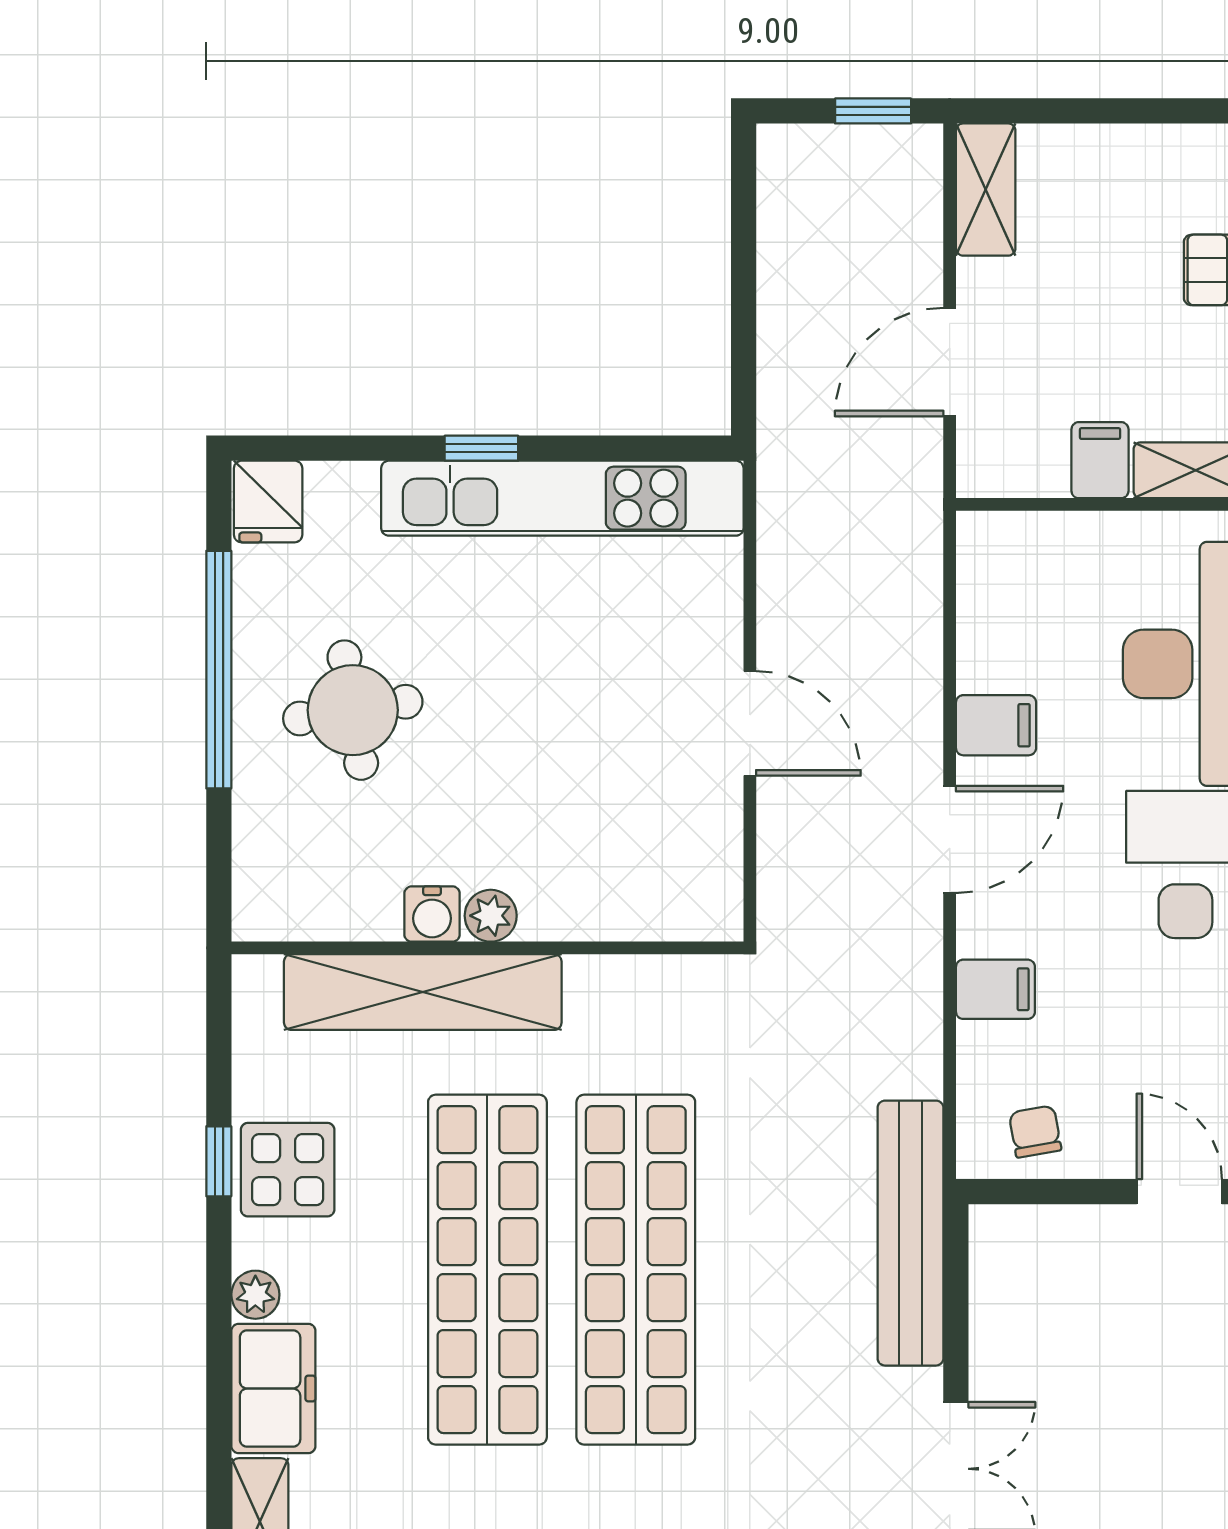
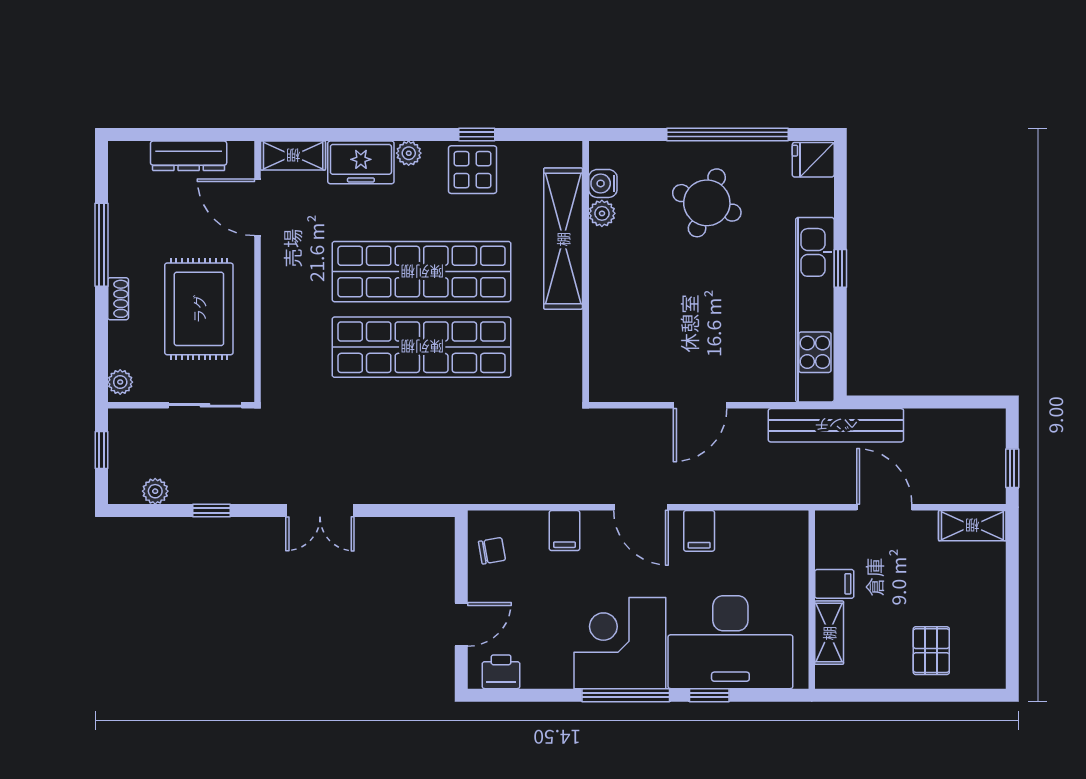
round table: (353, 710) -> (707, 203), turned 30
water cooler: (432, 914) -> (603, 183), moved
plant: (491, 916) -> (602, 213), moved
bench: (910, 1233) -> (836, 425), moved

